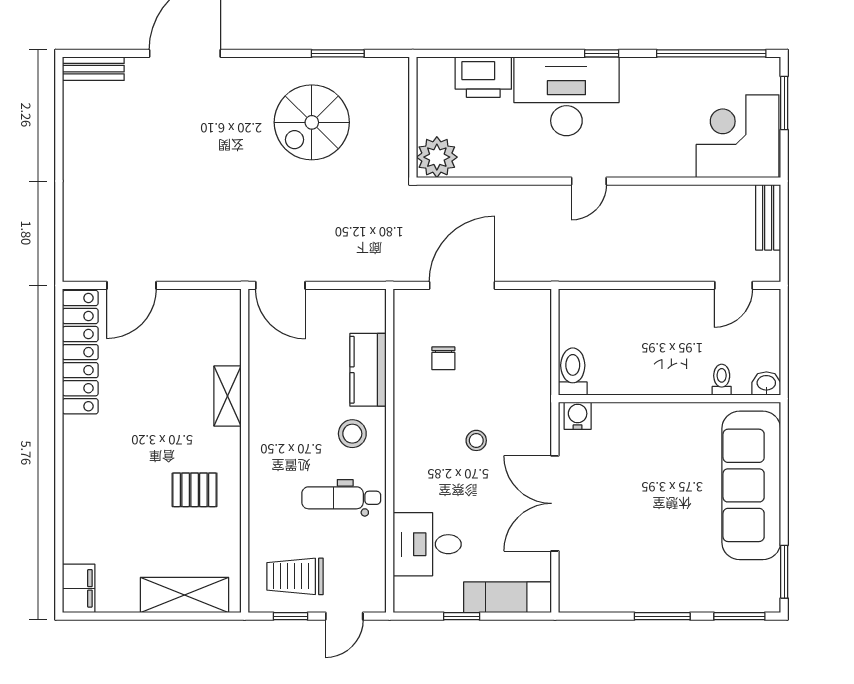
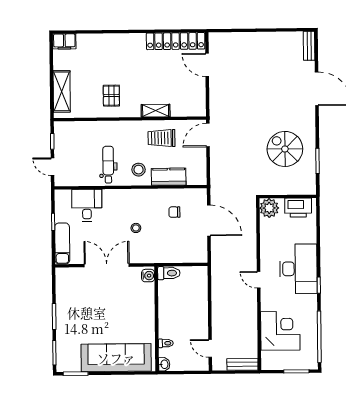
printer: (483, 77) -> (298, 208), moved, turned -90
corner desk: (738, 136) -> (280, 331), moved
trolley: (295, 576) -> (161, 138), moved, turned -90

